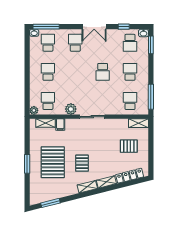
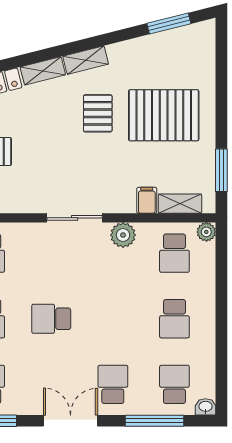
window: (46, 27) -> (155, 421), moved
school desk: (48, 43) -> (174, 384), turned 180
school desk: (75, 43) -> (113, 384), turned 180
school desk: (103, 72) -> (51, 319), turned -90
pallet: (53, 162) -> (164, 115), turned 90
window: (27, 164) -> (221, 170), moved

